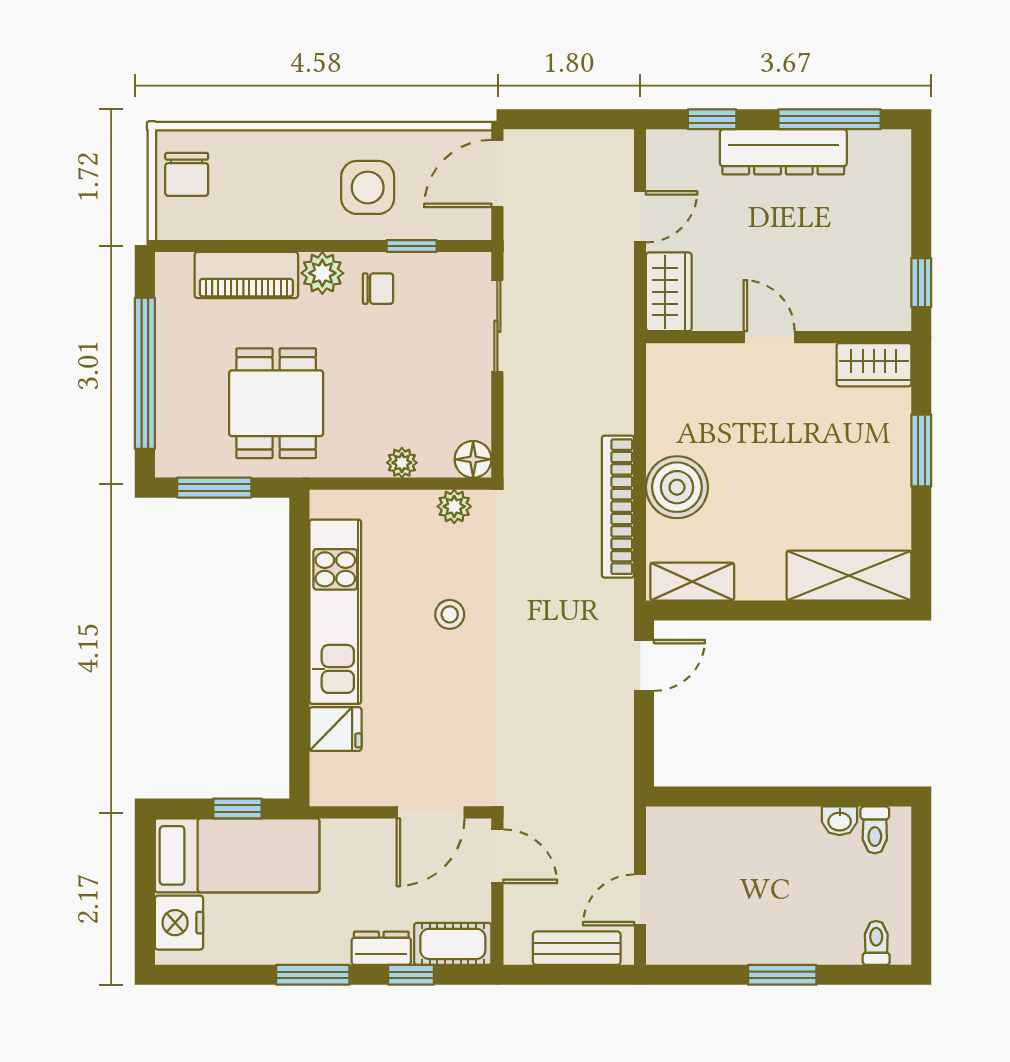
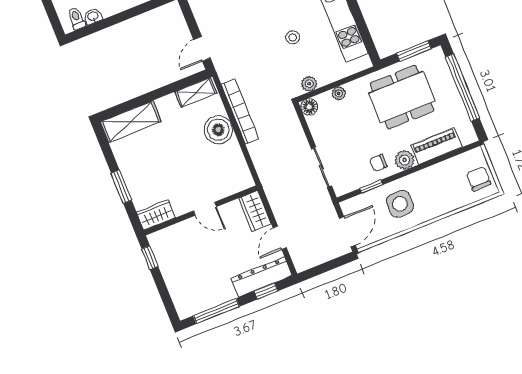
dresser: (783, 152) -> (262, 277), moved
dining table: (276, 403) -> (402, 97), width x1.38

